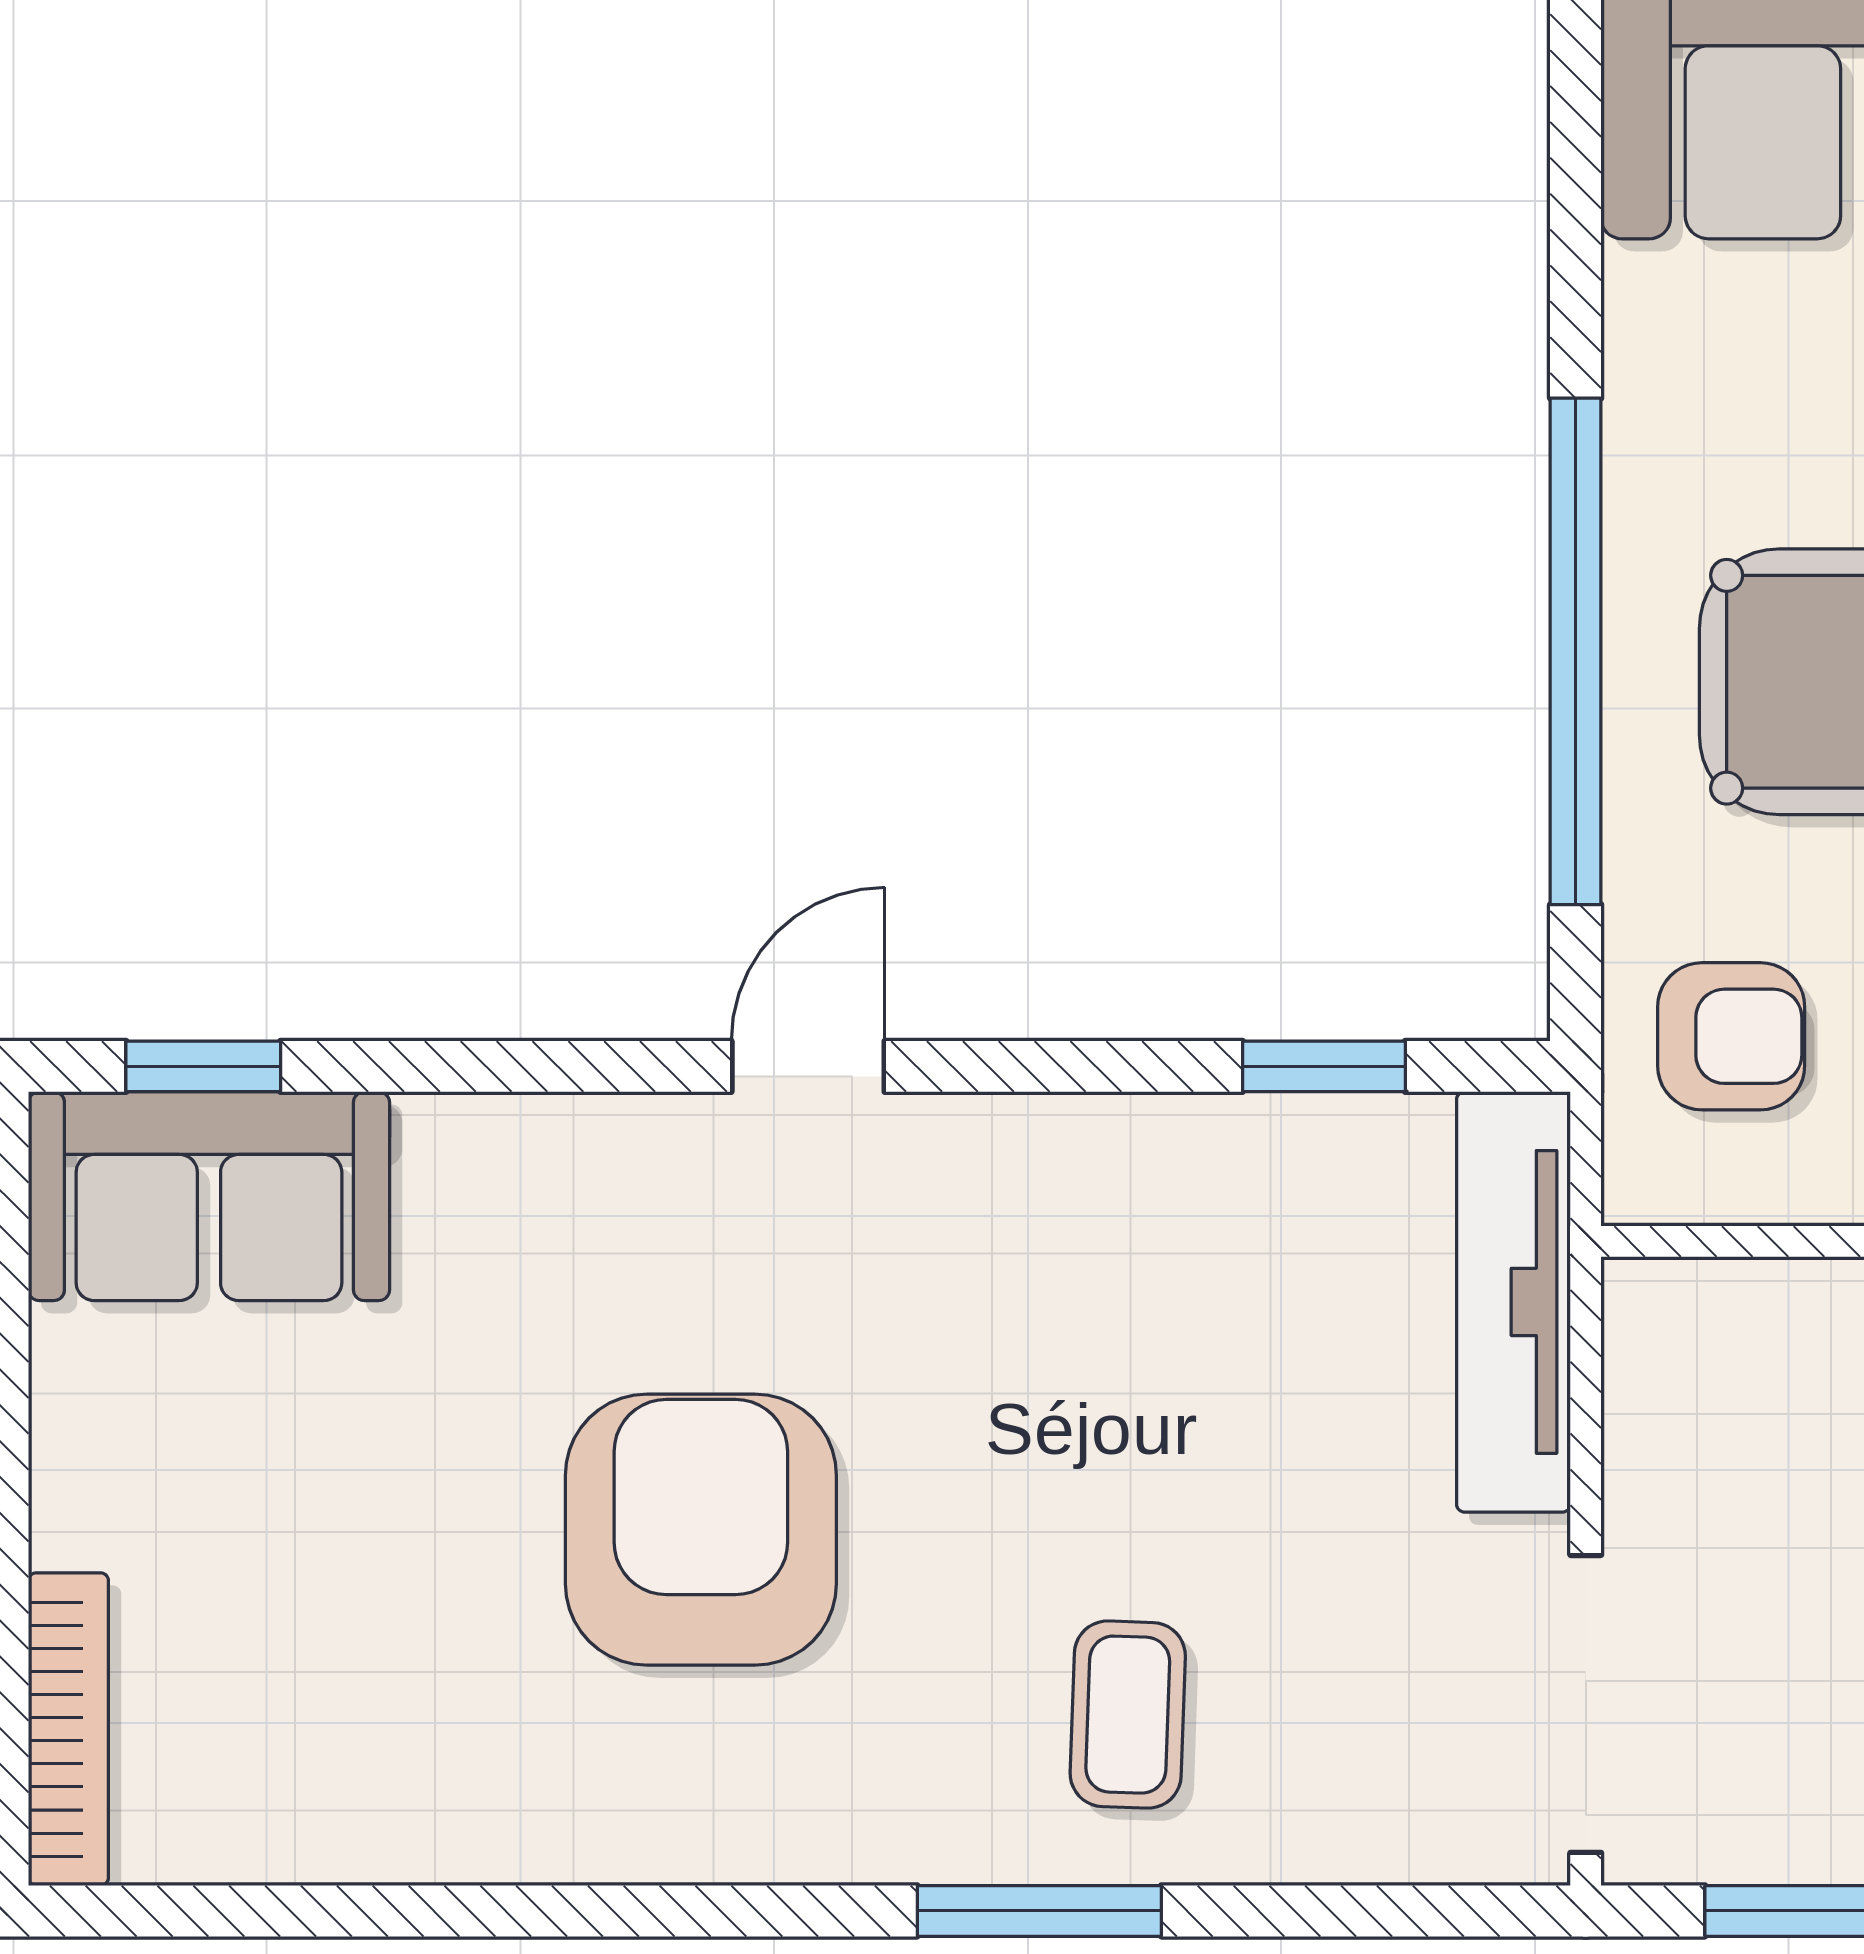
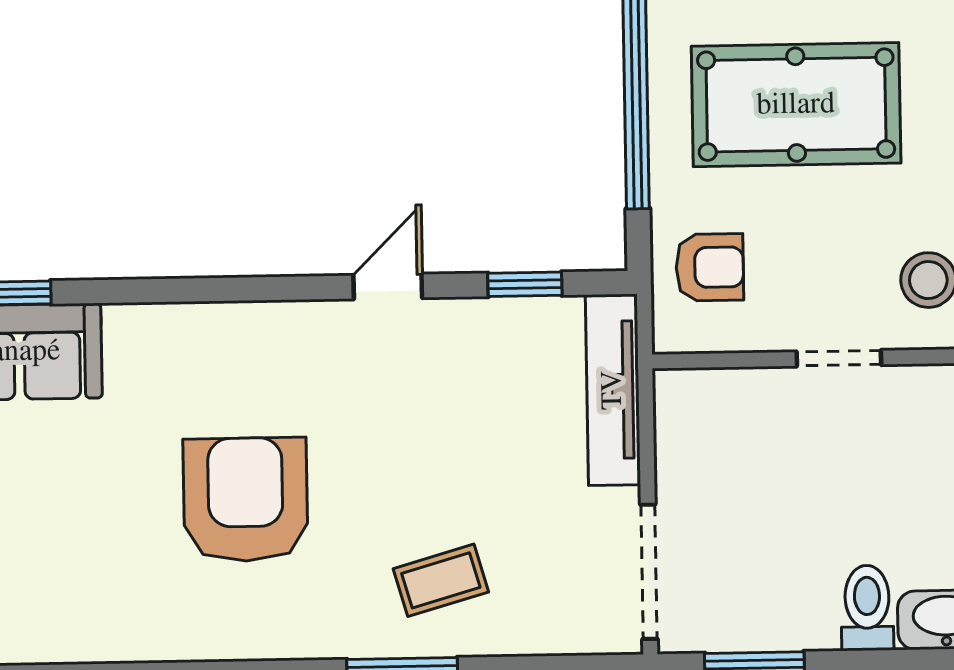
door: (808, 1066) -> (388, 287), moved
coffee table: (1128, 1715) -> (441, 580), turned 72

